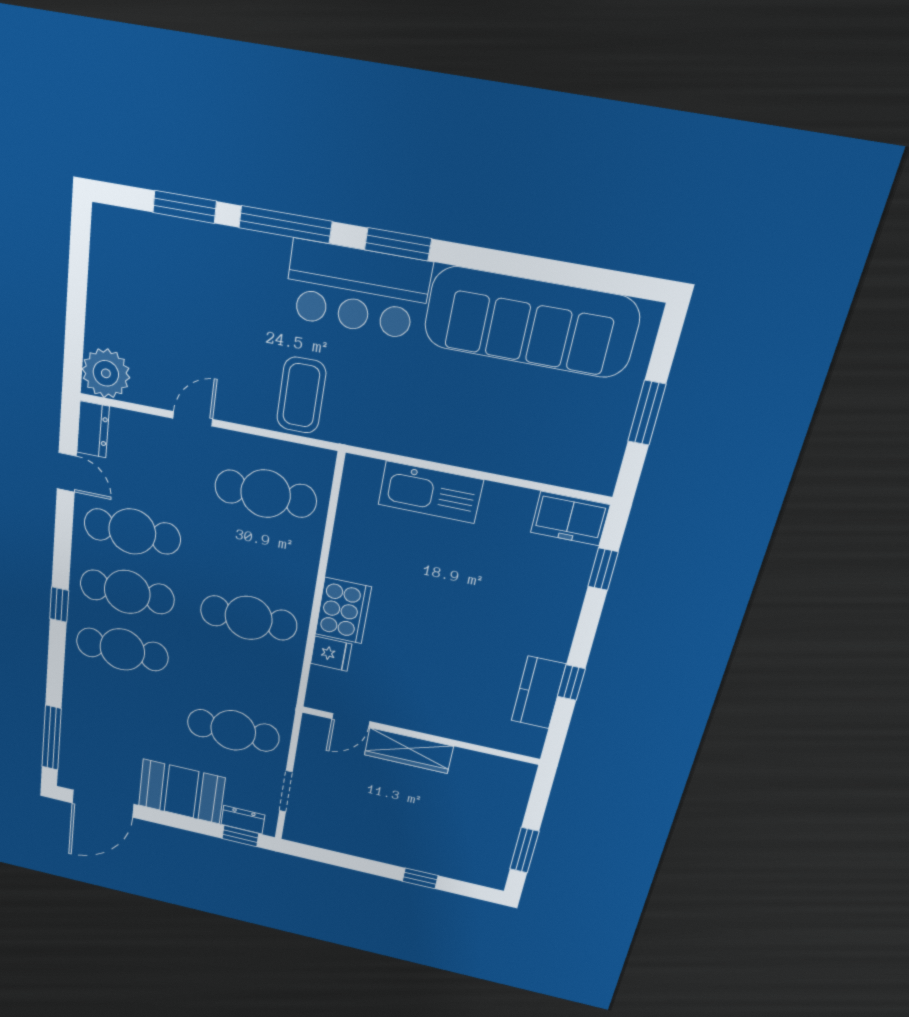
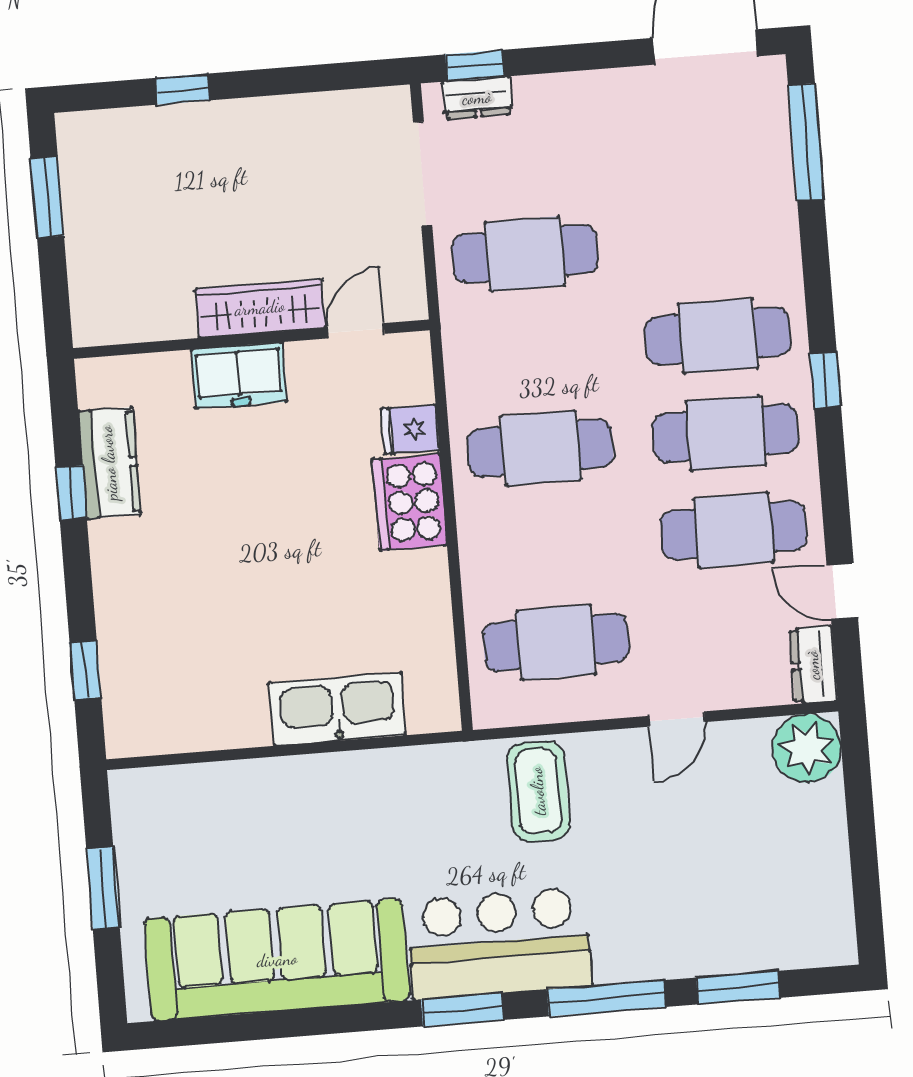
freezer: (570, 519) -> (239, 376), moved, turned 180
doorway: (286, 791) -> (423, 174), width x1.38
booth: (181, 792) -> (583, 115), removed

